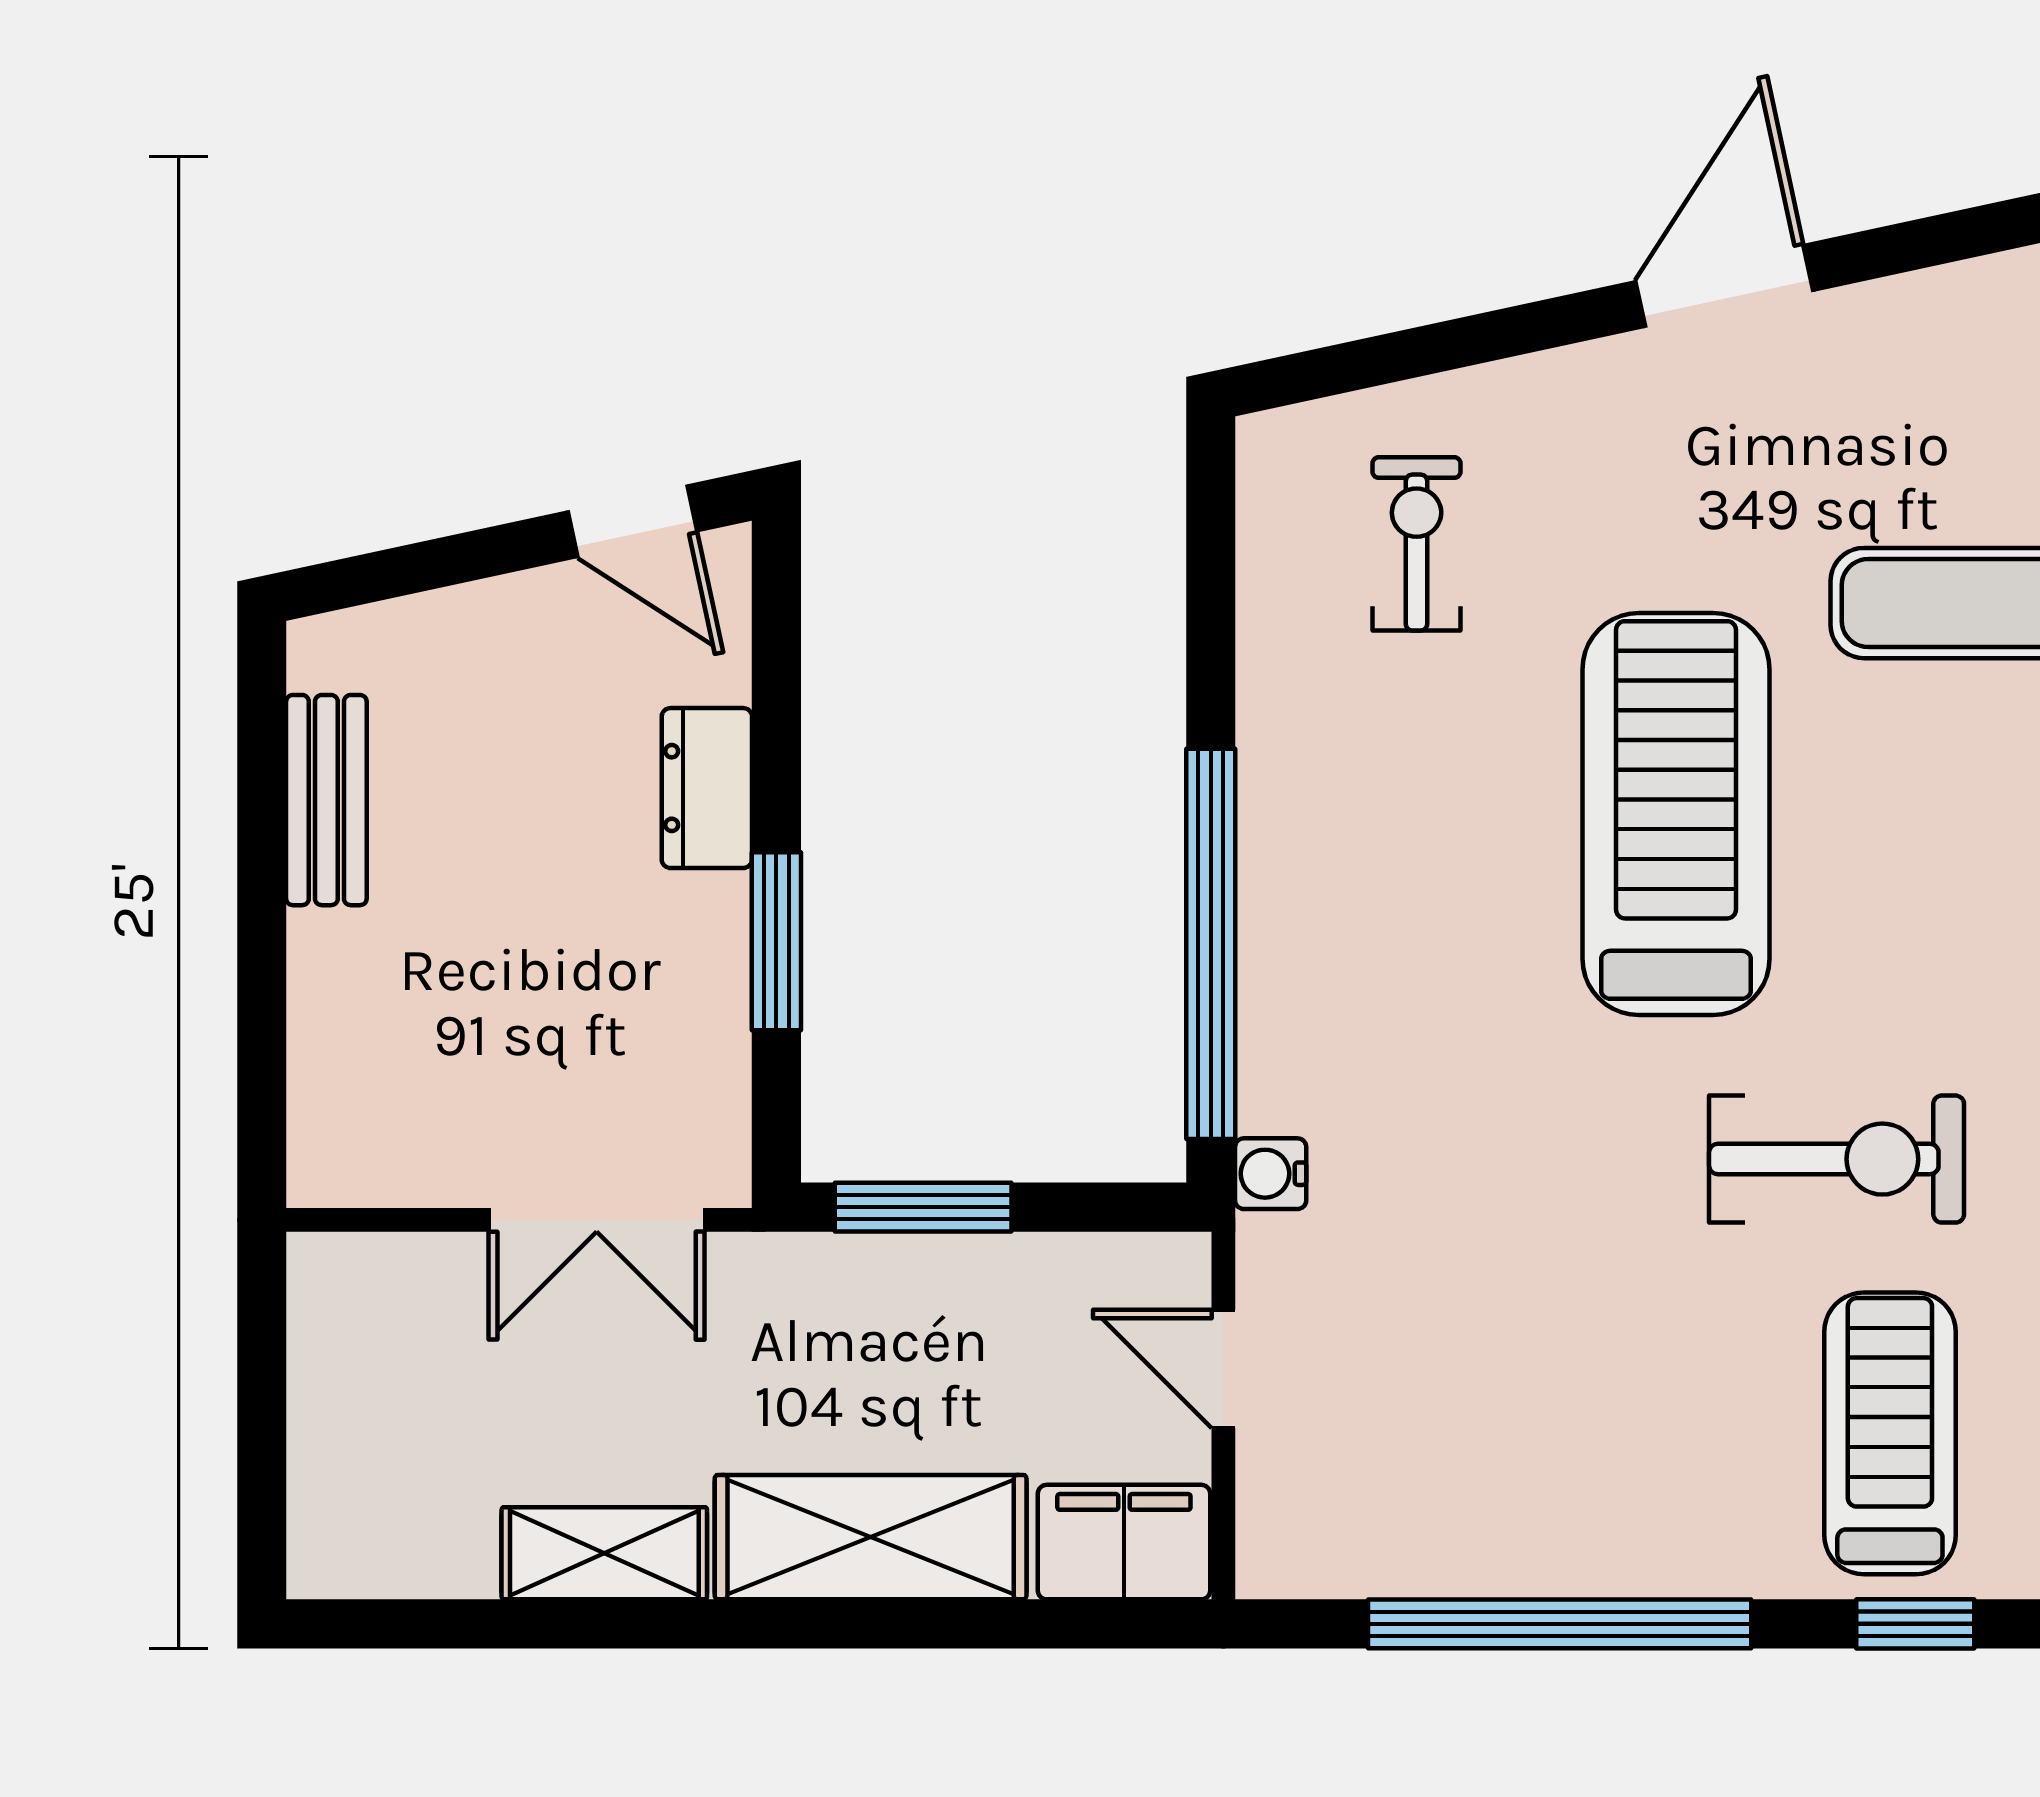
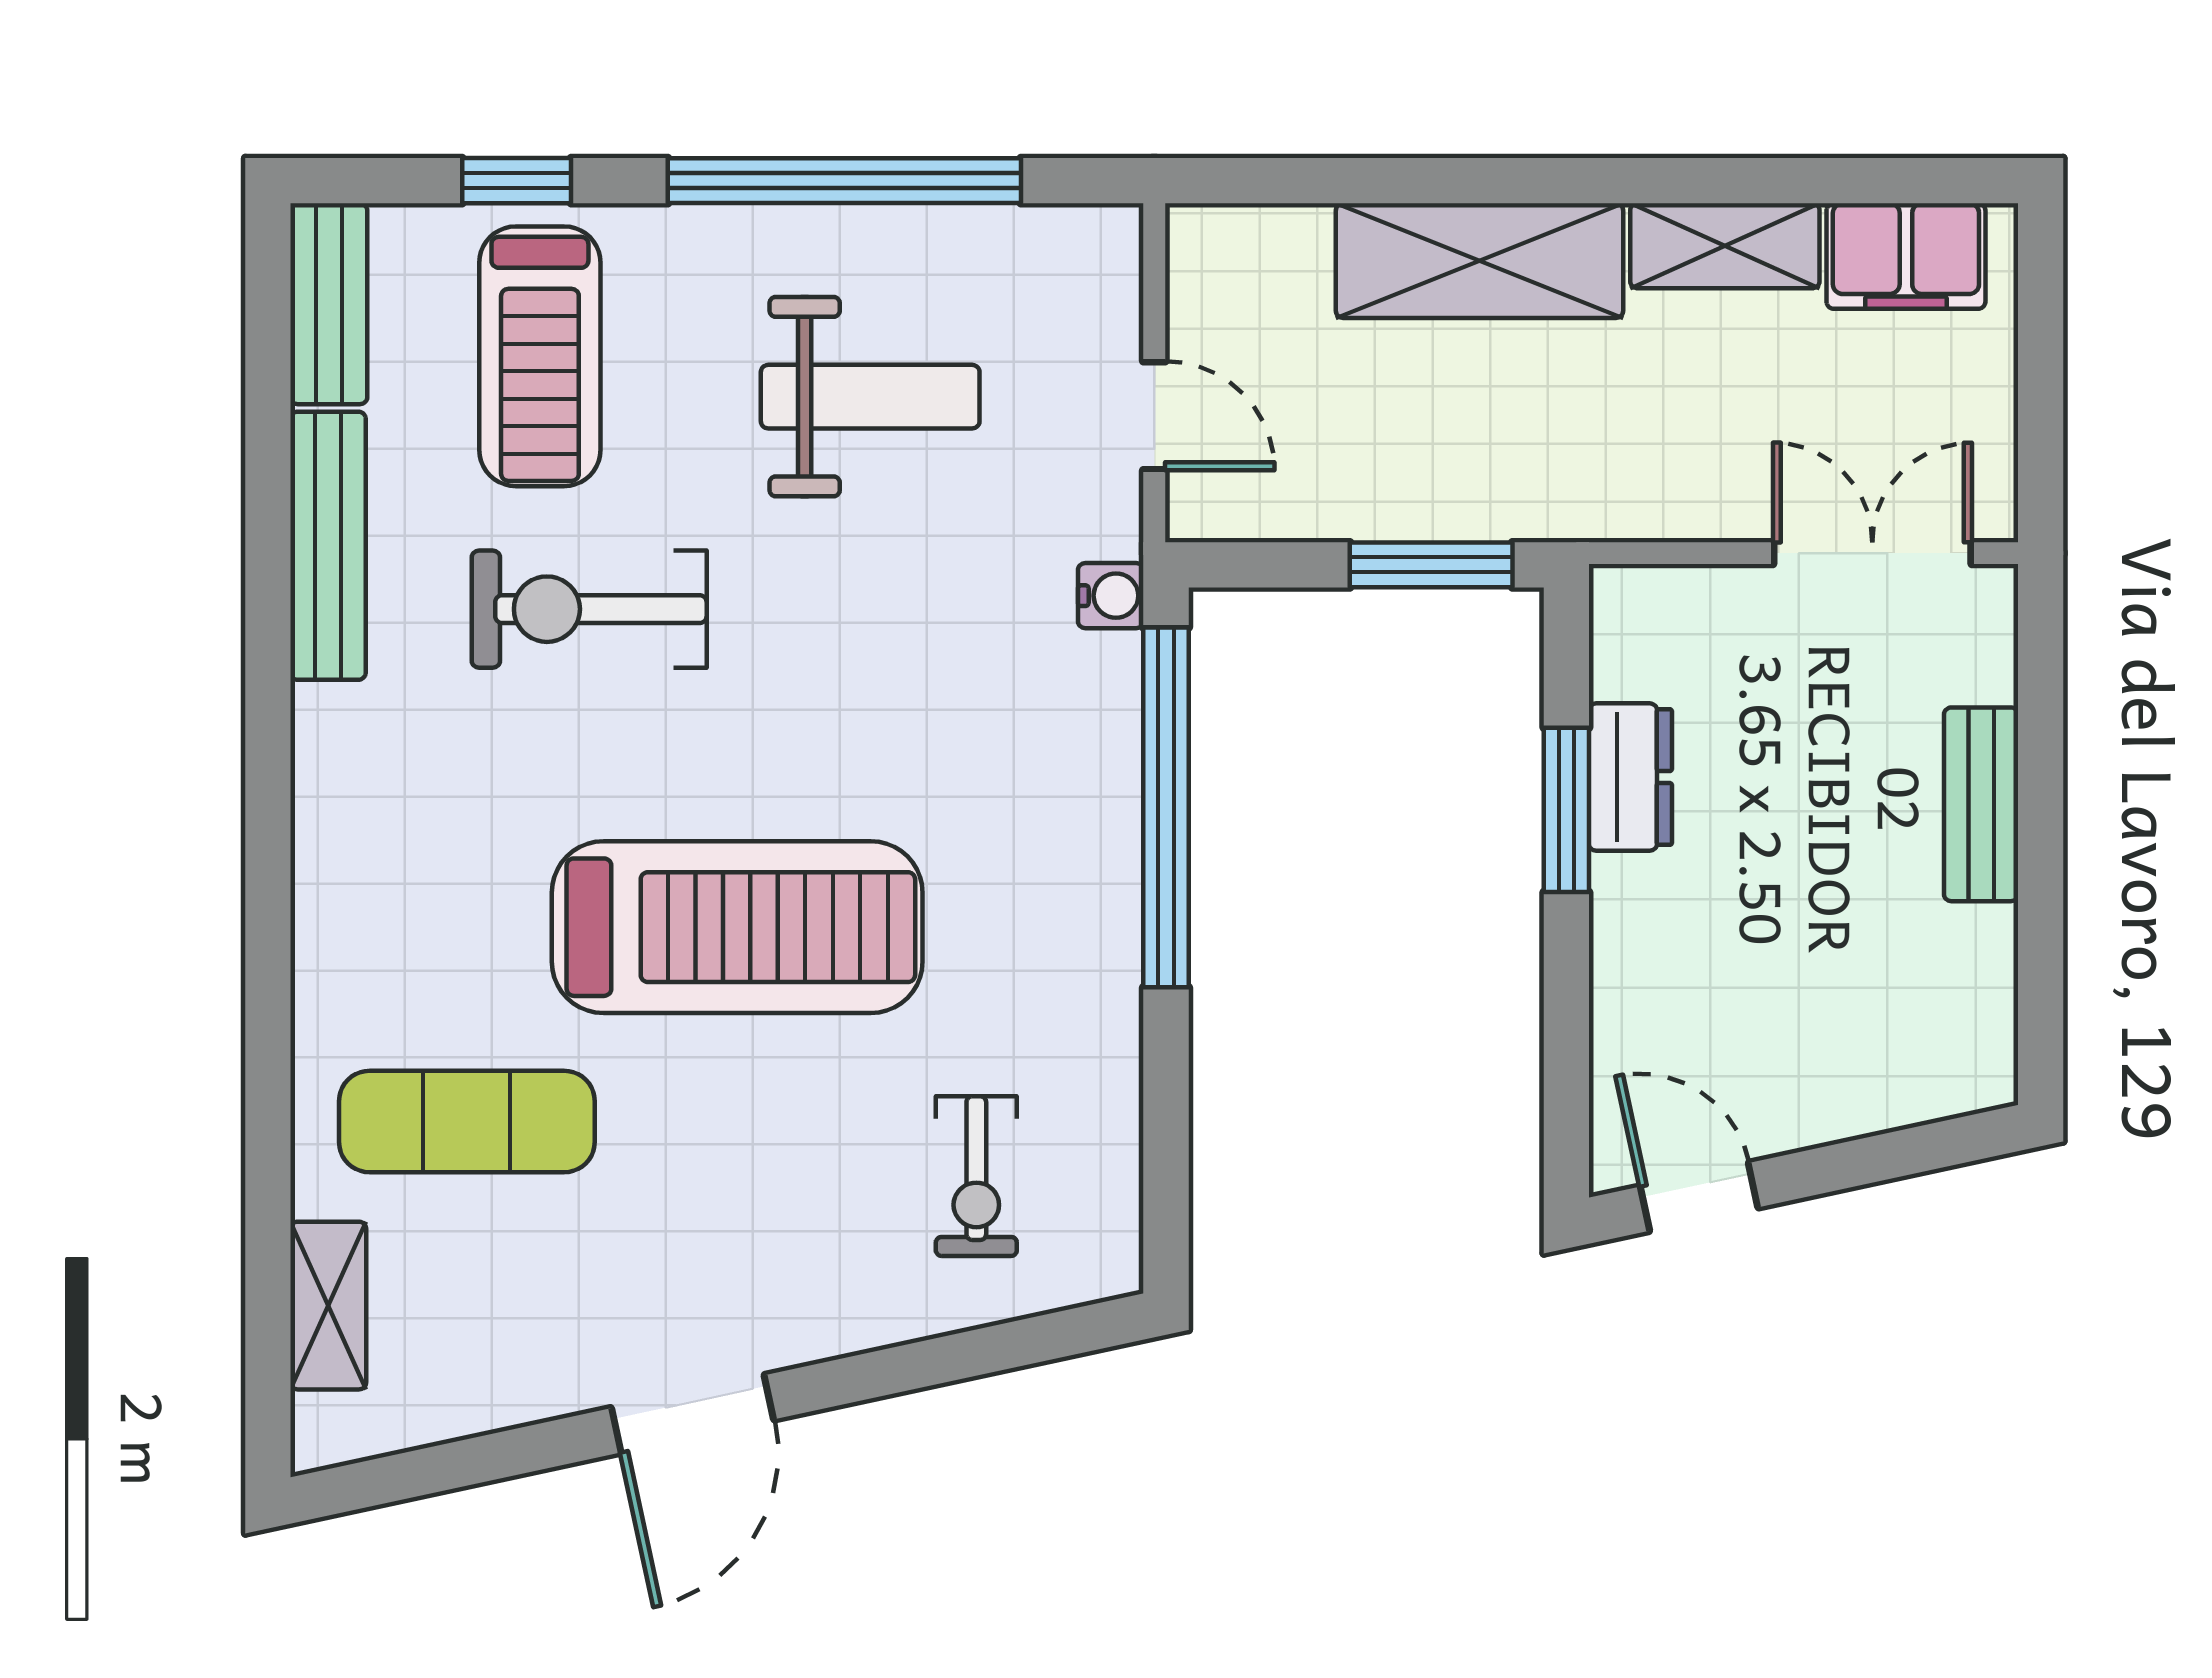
dresser: (707, 788) -> (1630, 777), moved
bench: (326, 800) -> (1981, 804), moved
treadmill: (1676, 814) -> (737, 927), turned -90
double door: (597, 1220) -> (1872, 553), moved
weight bench: (1532, 1390) -> (870, 397), added
filing cabinet: (1124, 1542) -> (1906, 256), moved

